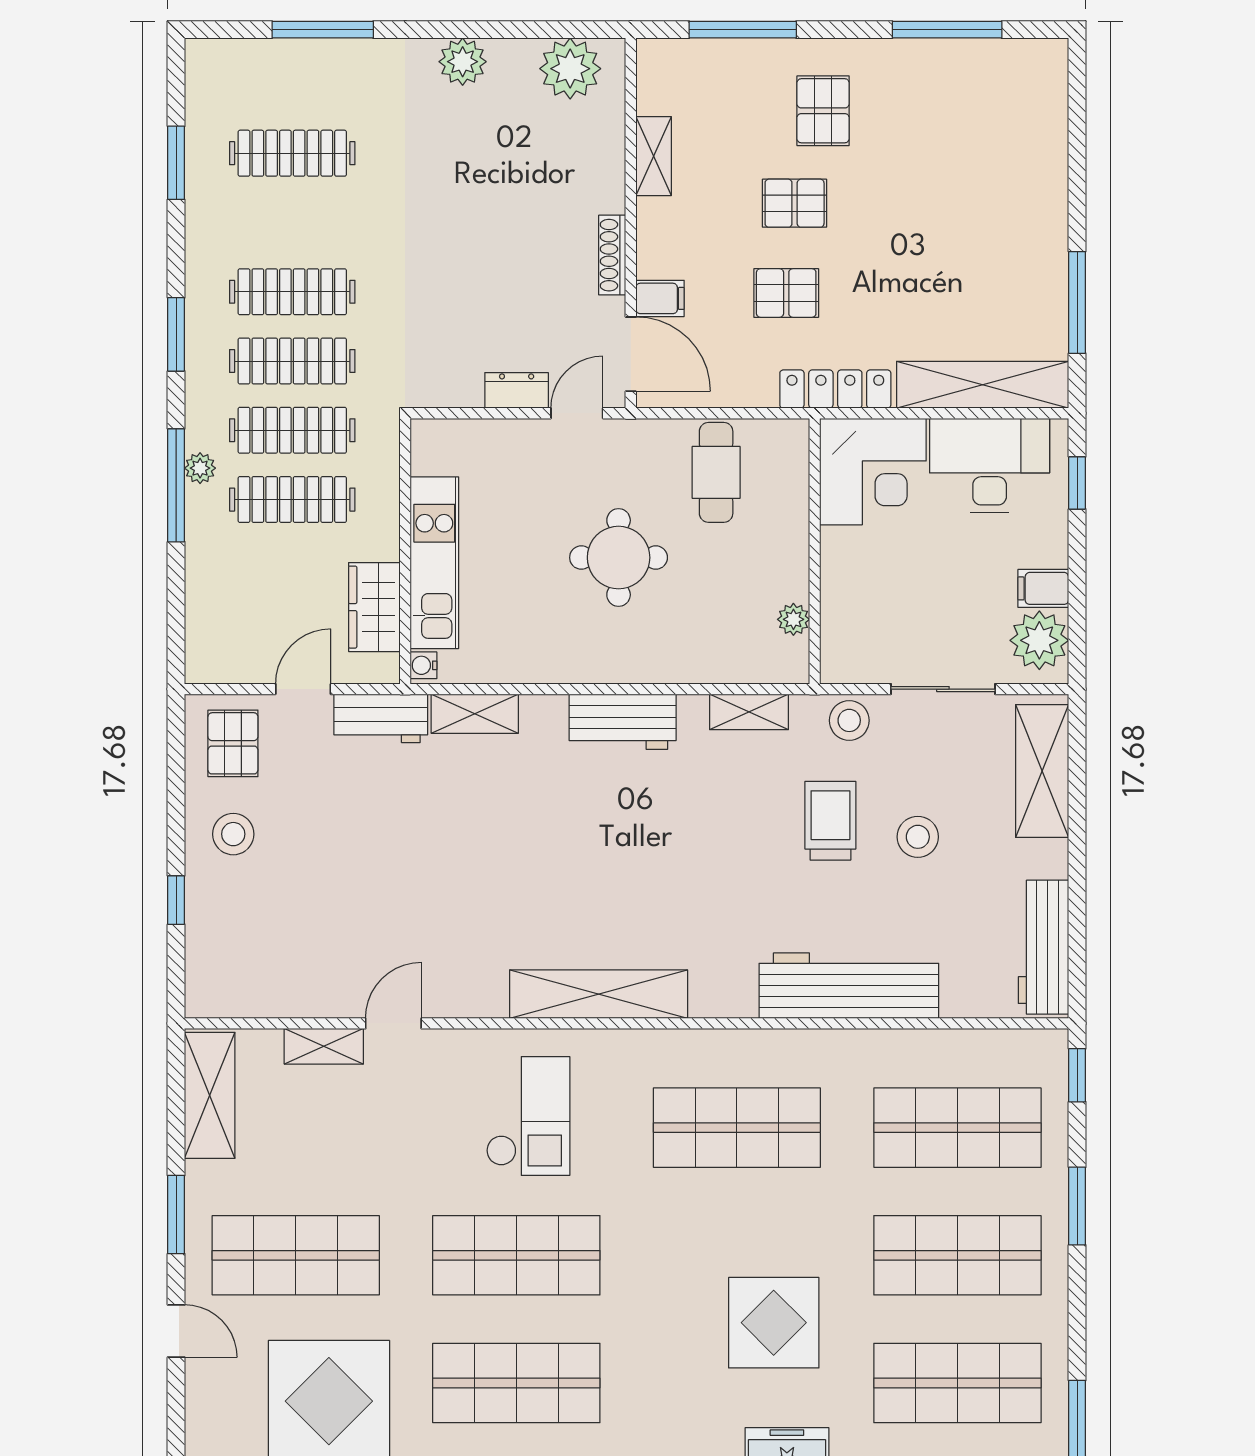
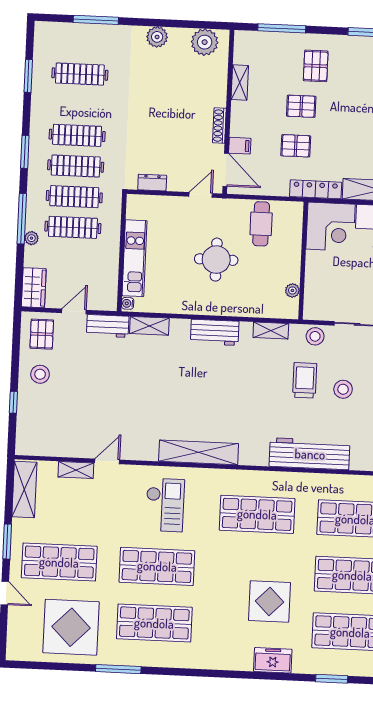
dresser: (517, 390) -> (152, 183), moved
plant: (200, 468) -> (31, 238), moved
wardrobe: (374, 607) -> (34, 288), moved, turned 180

